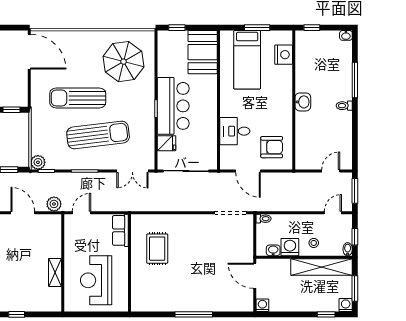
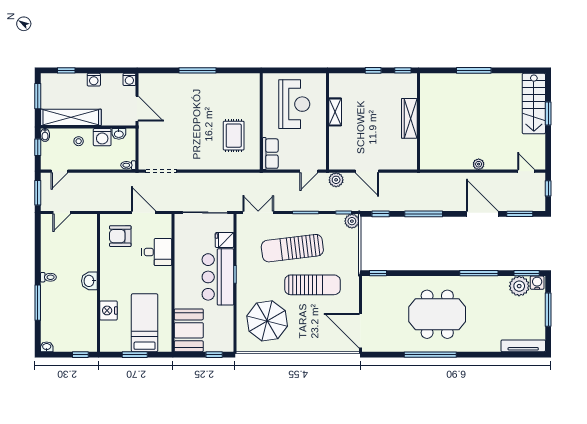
nightstand: (284, 55) -> (108, 310), moved
washing machine: (346, 305) -> (94, 80), moved

